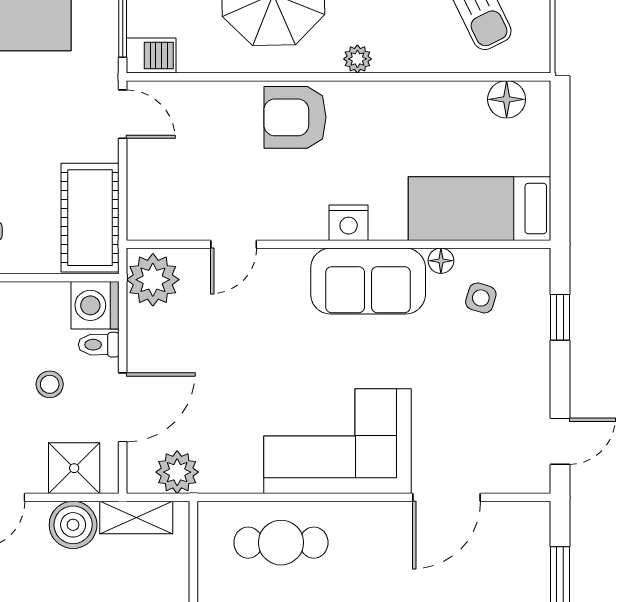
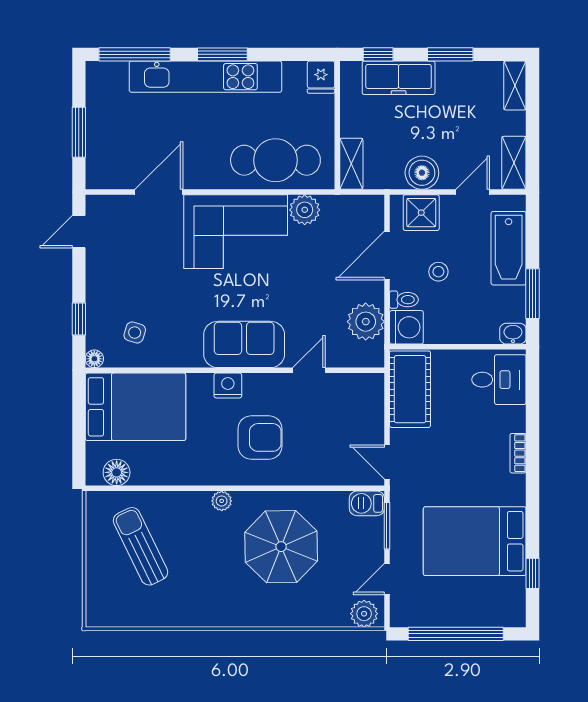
armchair: (295, 117) -> (260, 437), moved
bed: (480, 209) -> (136, 407), width x1.50
floor lamp: (441, 261) -> (94, 359), moved
plant: (153, 280) -> (366, 322), moved
sofa: (368, 281) -> (244, 344), moved
plant: (177, 472) -> (305, 210), moved
shelving: (136, 517) -> (351, 164), moved, turned 90
cafe table: (281, 543) -> (275, 160), width x1.37, depth x1.35

